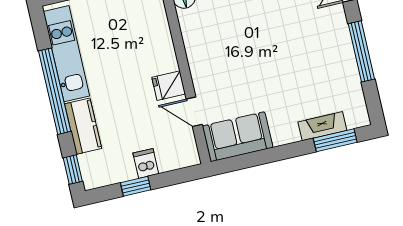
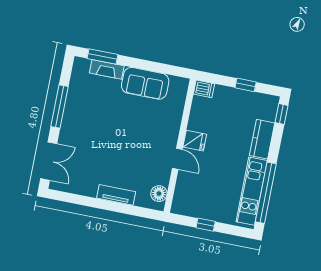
window: (55, 91) -> (266, 193), moved
door: (194, 112) -> (177, 159), moved
sofa: (238, 137) -> (145, 83), moved
dishwasher: (146, 163) -> (204, 89), moved, turned -90

